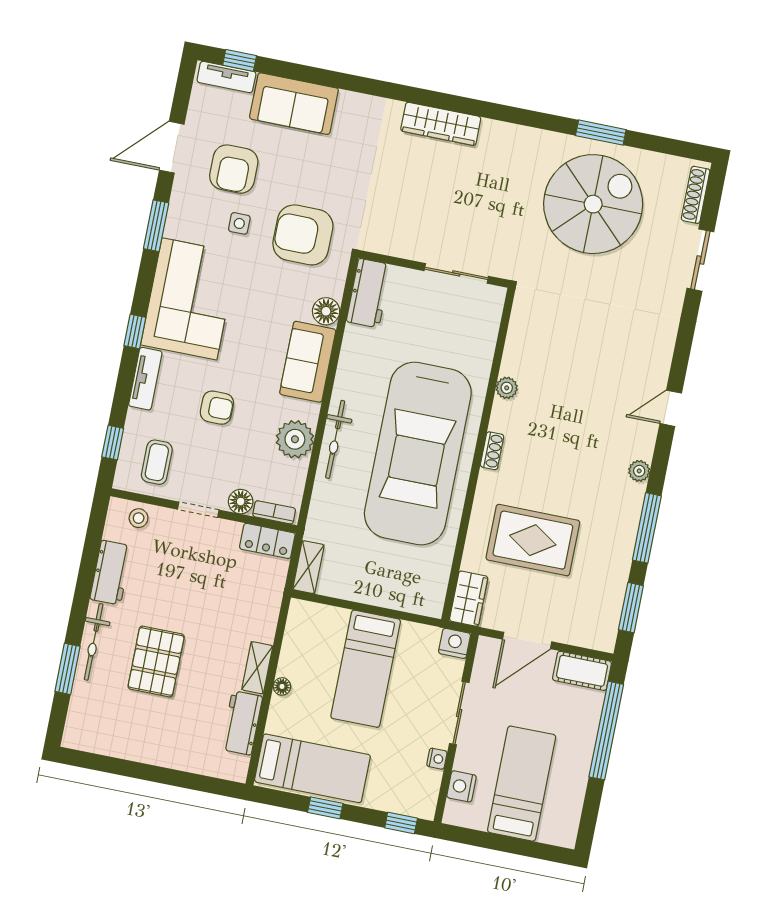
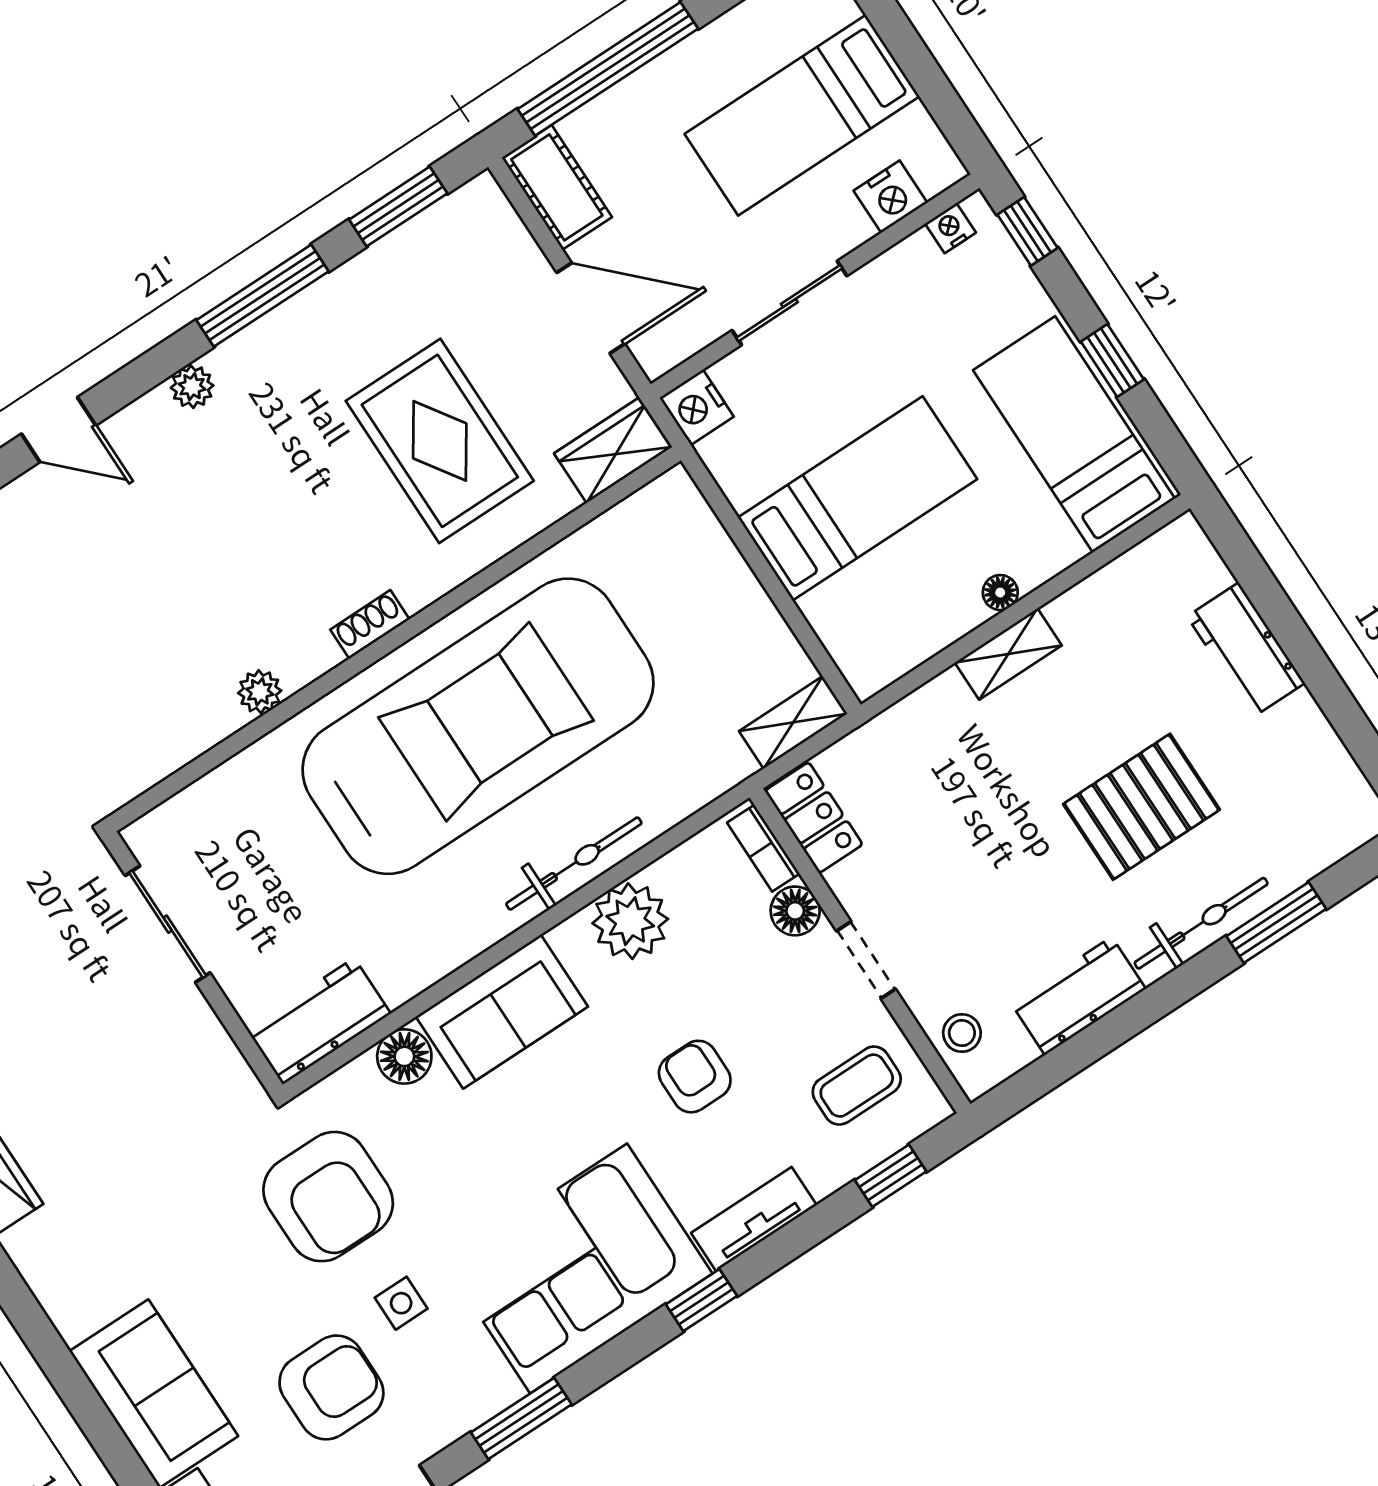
workbench: (242, 723) -> (1246, 650), moved, turned 90
nightstand: (437, 759) -> (950, 228), moved

